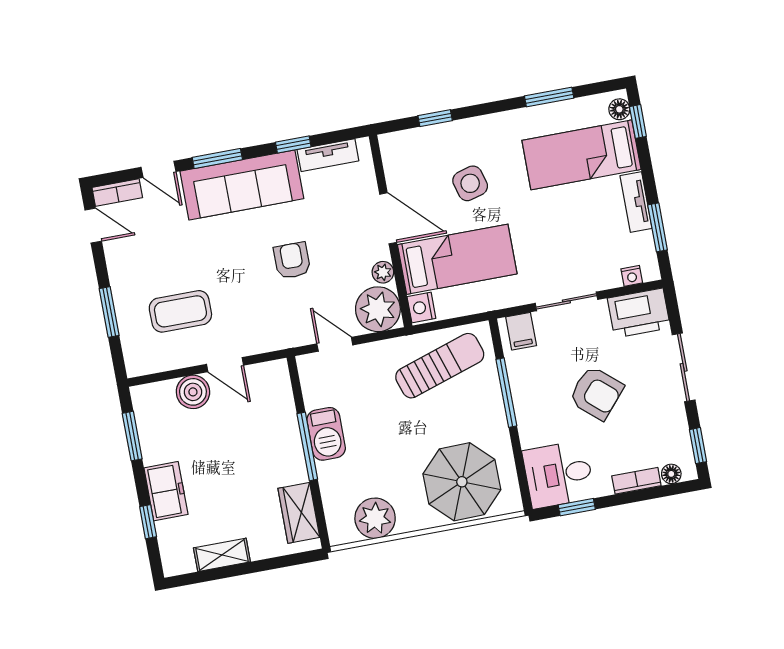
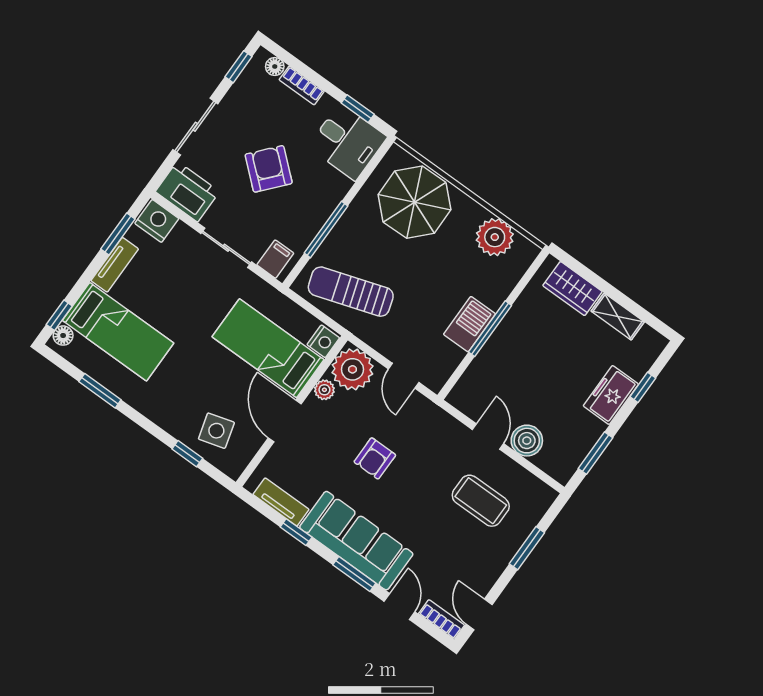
side table: (470, 183) -> (216, 431), moved
nightstand: (632, 276) -> (157, 221), width x1.89, depth x1.79
wardrobe: (299, 513) -> (572, 289), moved, turned 90

